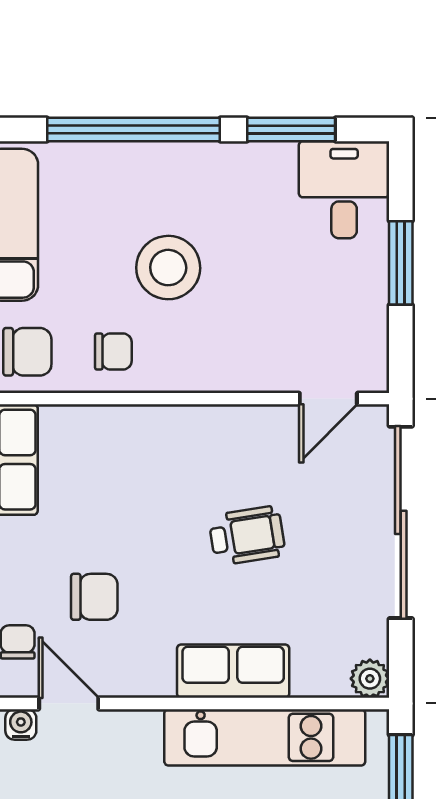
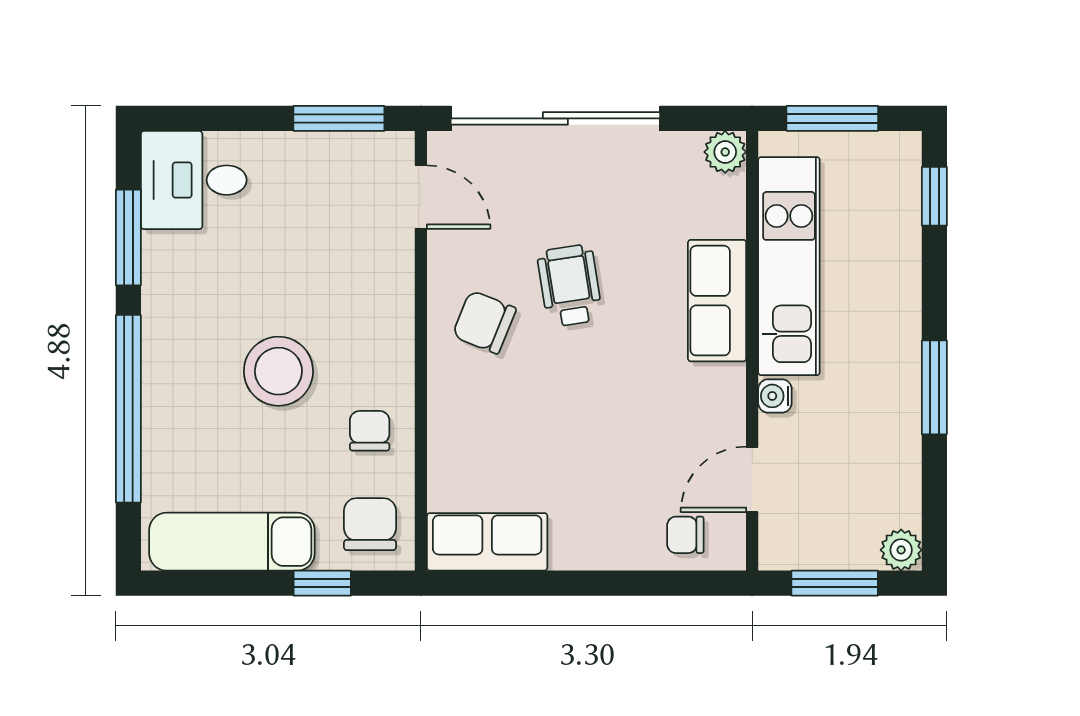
window: (401, 263) -> (339, 118), moved
chair: (94, 597) -> (484, 322), moved, turned -68
water cooler: (21, 724) -> (775, 396), moved

